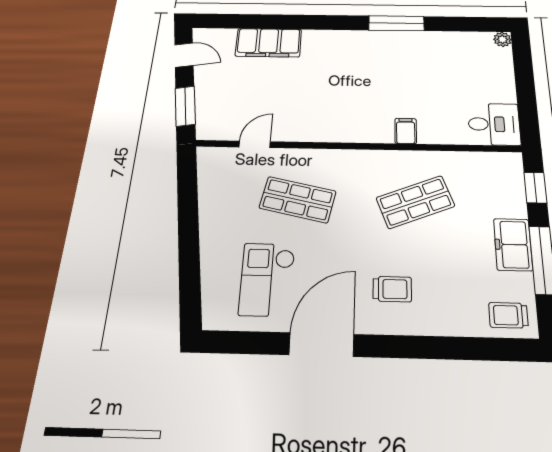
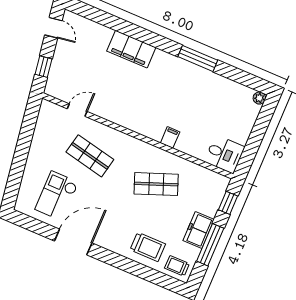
filing cabinet: (268, 43) -> (131, 49), moved
window: (185, 106) -> (43, 67), width x0.67
trolley: (392, 289) -> (148, 247), moved, width x1.36, depth x1.39

